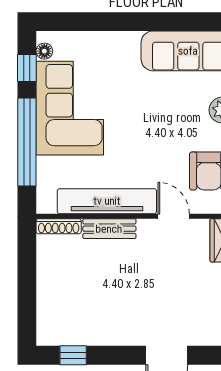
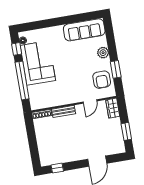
tv unit: (107, 201) -> (60, 100), removed
door: (174, 216) -> (90, 101), swing flipped

